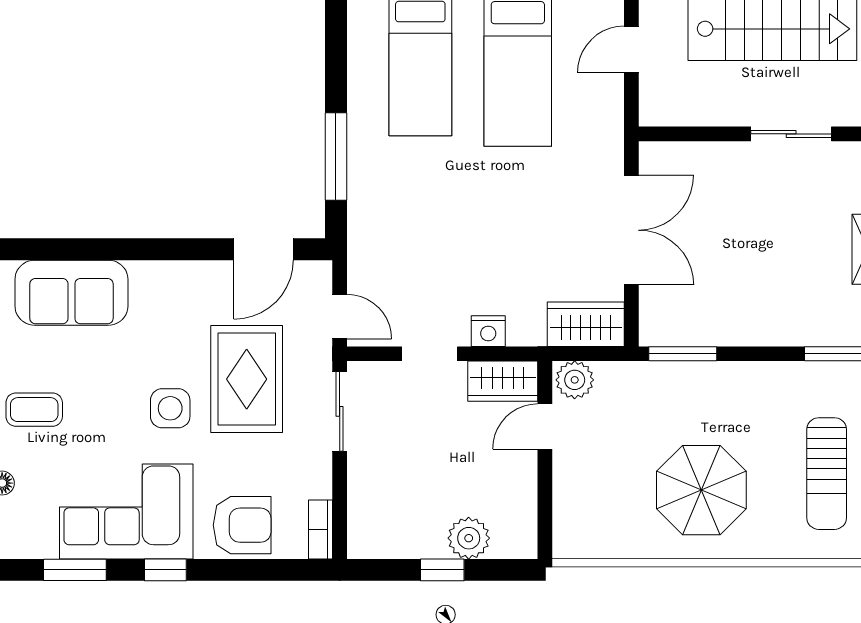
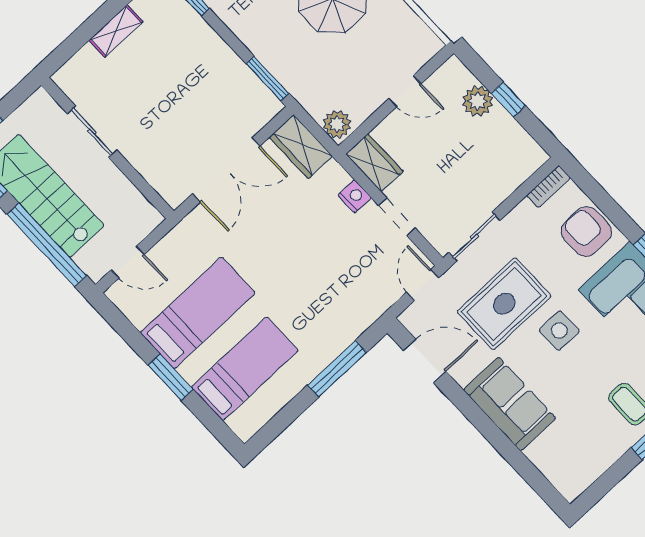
double door: (631, 230) -> (226, 170), swing flipped
sofa: (71, 293) -> (509, 404), moved
door: (545, 427) -> (405, 91), moved

